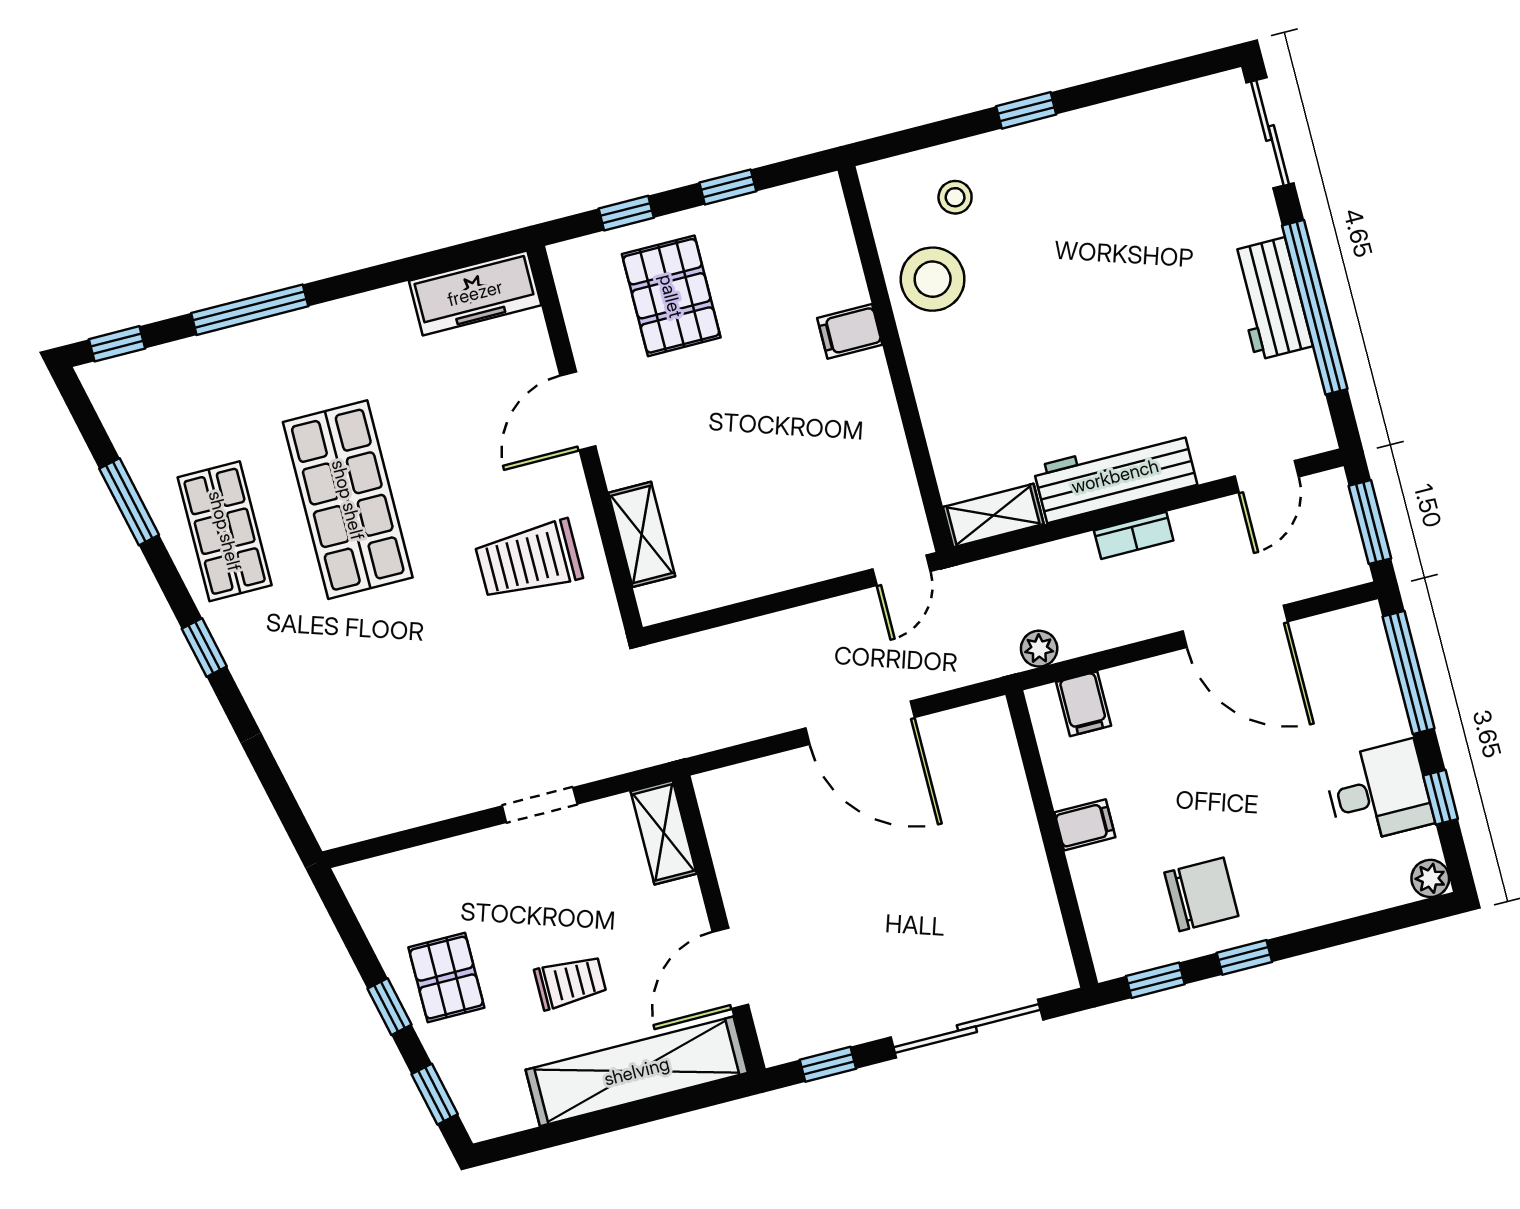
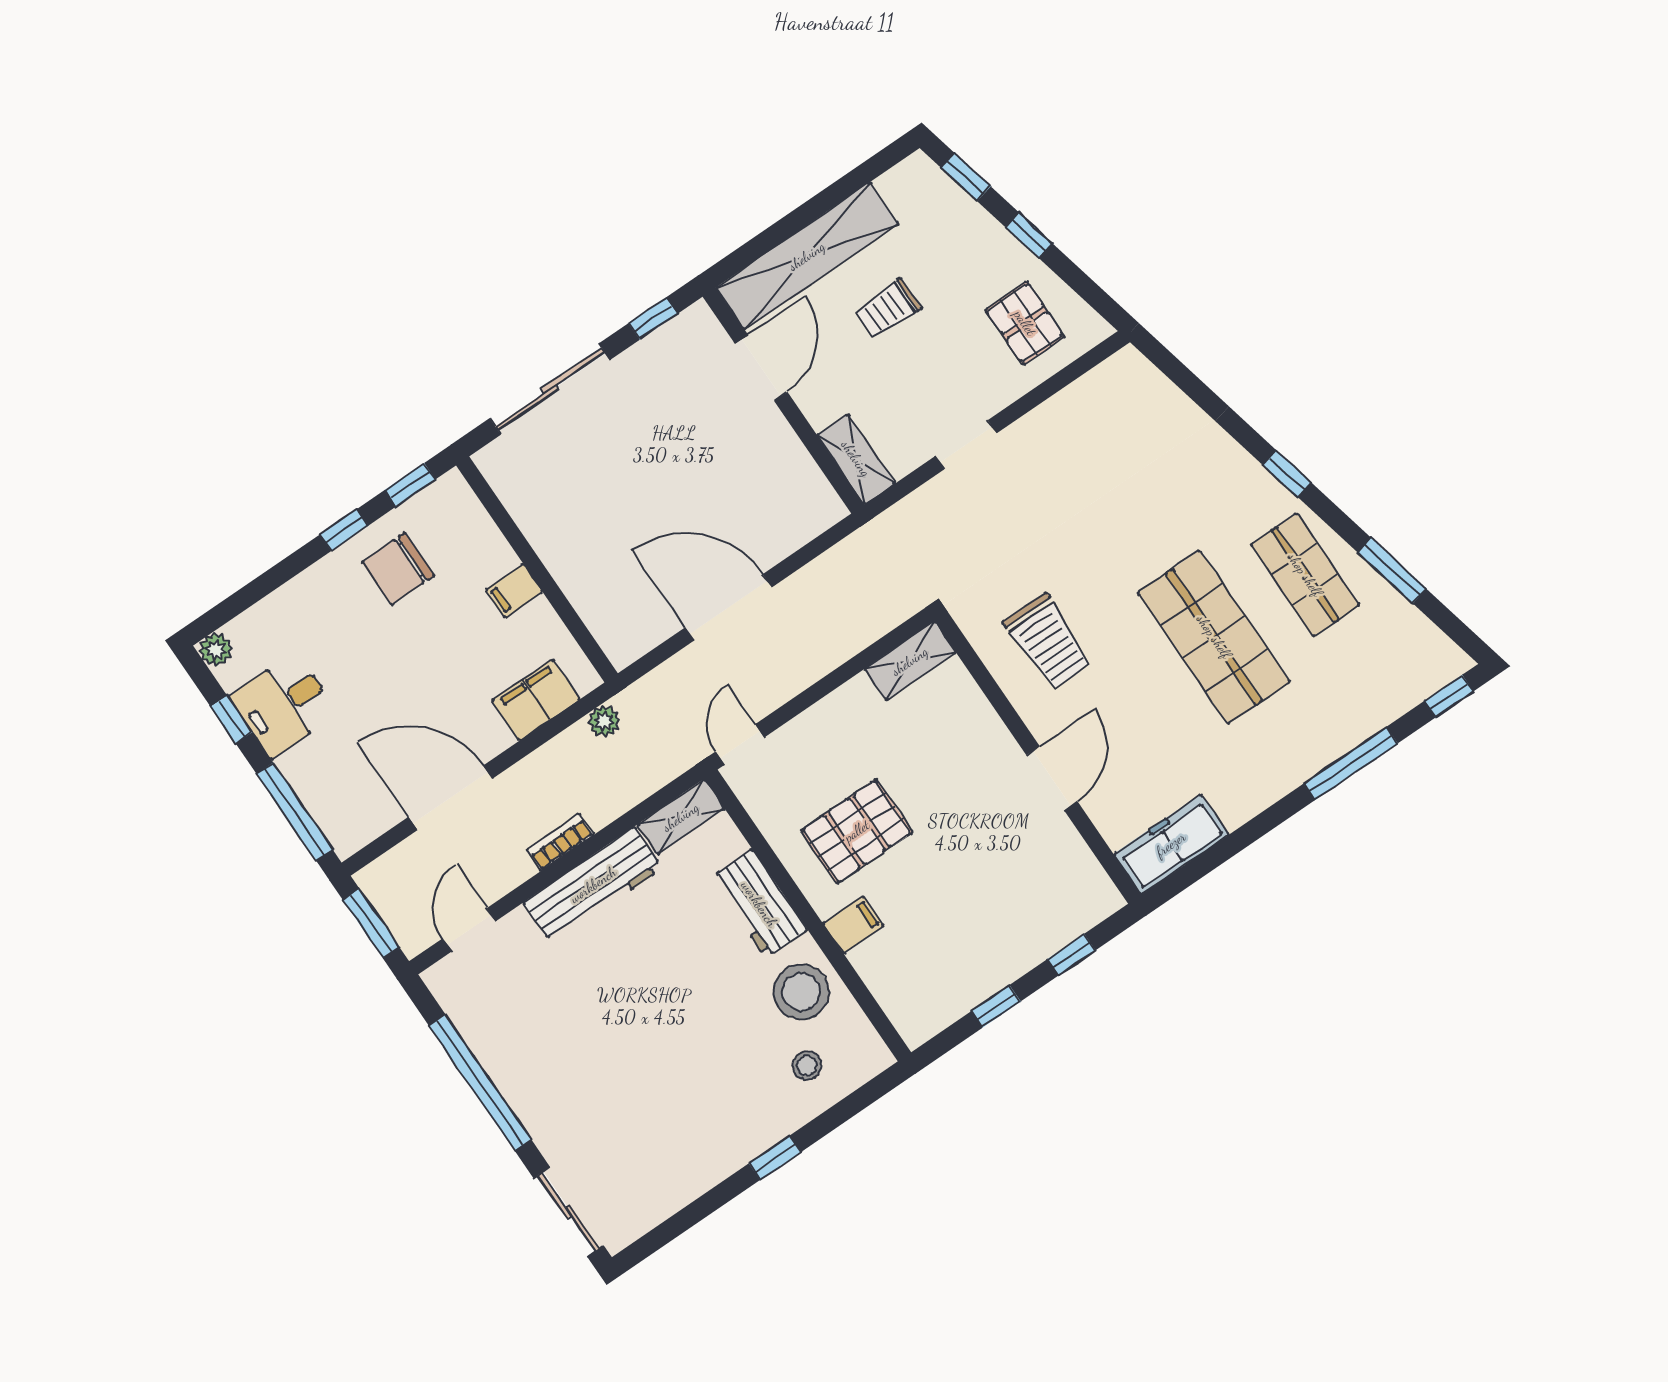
pallet: (671, 296) -> (857, 831), moved, turned 90
workbench: (1271, 299) -> (759, 904), moved, turned 180
shelving: (642, 534) -> (910, 661), moved, turned 90
trolley: (529, 560) -> (1048, 642), turned 90
filing cabinet: (1084, 704) -> (536, 700), width x2.00
pallet: (446, 978) -> (1025, 323), moved

